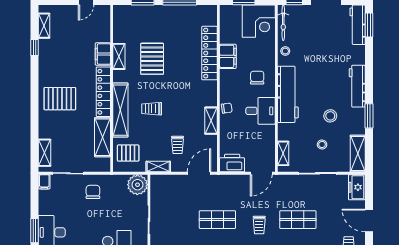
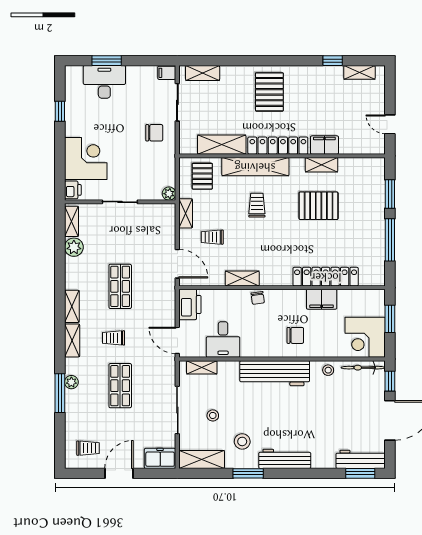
desk: (260, 111) -> (223, 339), moved
stool: (330, 116) -> (242, 441), moved
plant: (137, 185) -> (169, 194), width x0.53, depth x0.53

